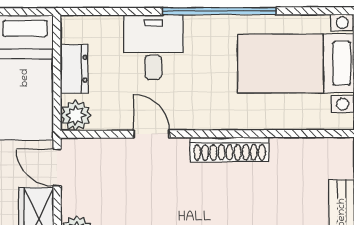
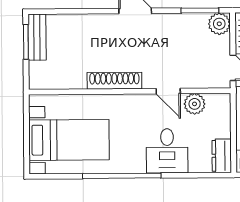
dresser: (74, 69) -> (222, 156), moved
plant: (76, 115) -> (195, 104), moved

